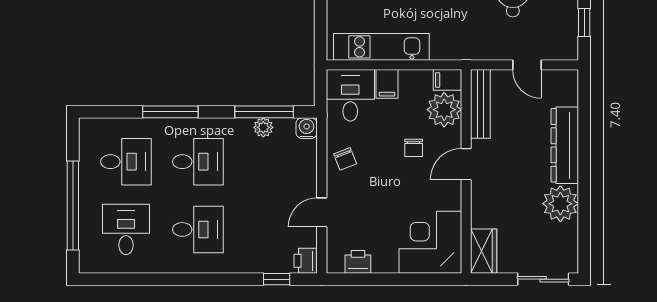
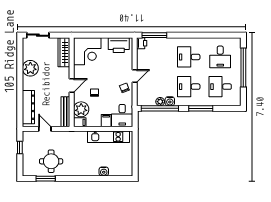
window: (264, 112) -> (160, 108), width x1.46
water cooler: (307, 128) -> (170, 101), moved
dresser: (565, 145) -> (28, 107), moved
door: (322, 212) -> (135, 76), moved
wardrobe: (484, 251) -> (64, 52), width x1.50
printer: (358, 262) -> (119, 45), width x1.87, depth x1.48
window: (277, 279) -> (154, 35), width x2.17

